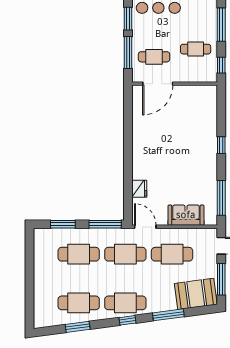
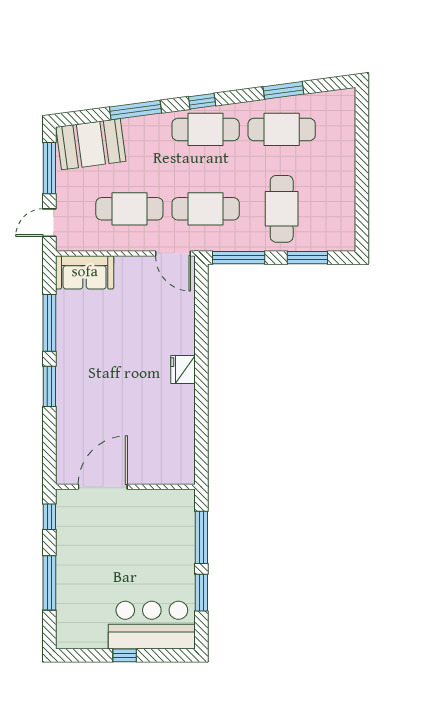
cafe table: (196, 49) -> (91, 543), removed
cafe table: (154, 57) -> (159, 530), removed
door: (158, 84) -> (103, 487), moved
window: (221, 145) -> (49, 386), width x1.50
fridge: (139, 189) -> (183, 369), moved
window: (221, 198) -> (49, 323), moved
sofa: (186, 215) -> (85, 272), moved
cafe table: (79, 254) -> (282, 209), turned 90

